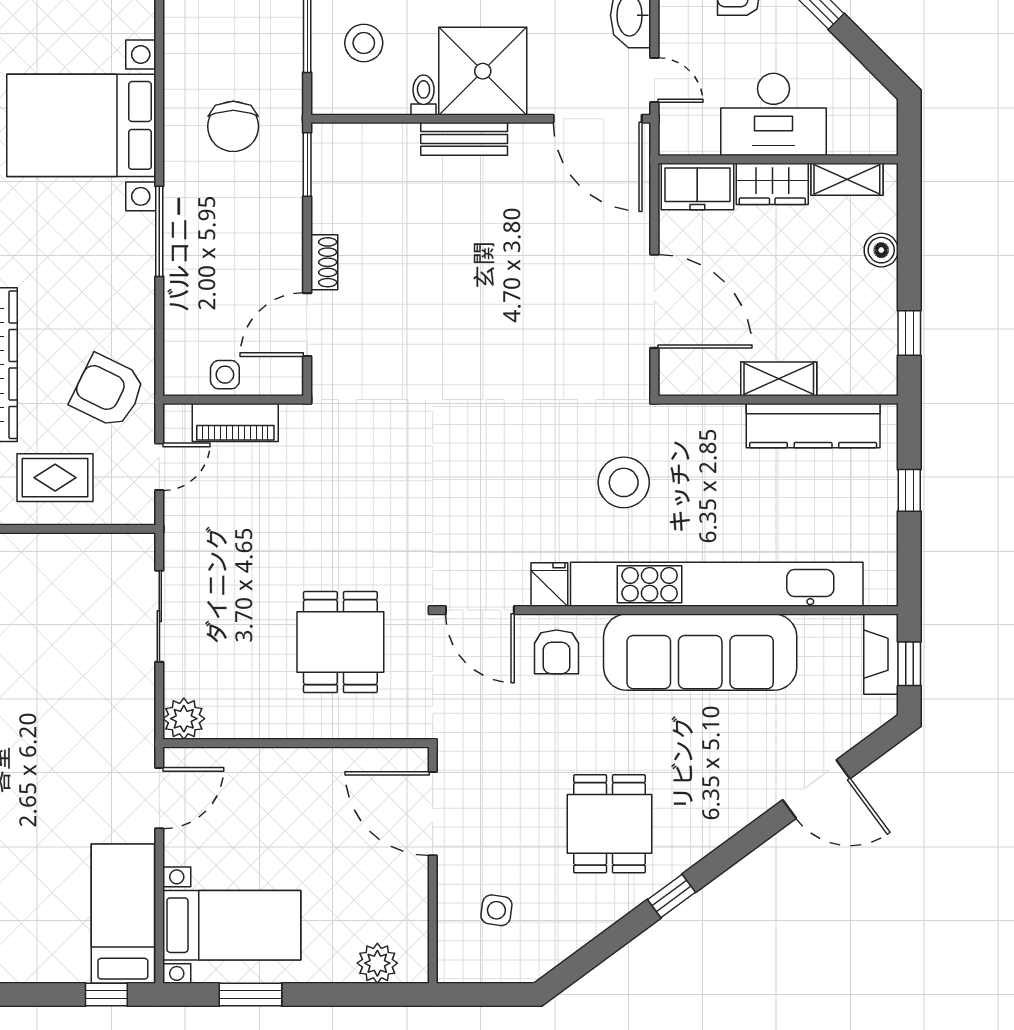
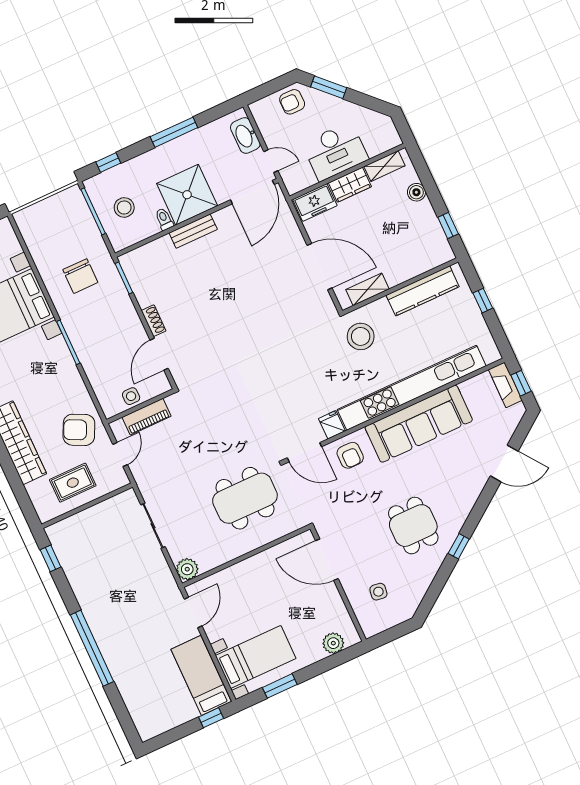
door: (598, 119) -> (252, 192), hinge flipped
shelving: (779, 379) -> (367, 289), moved
stool: (624, 482) -> (361, 336), moved
dining table: (340, 642) -> (245, 498), width x1.37

